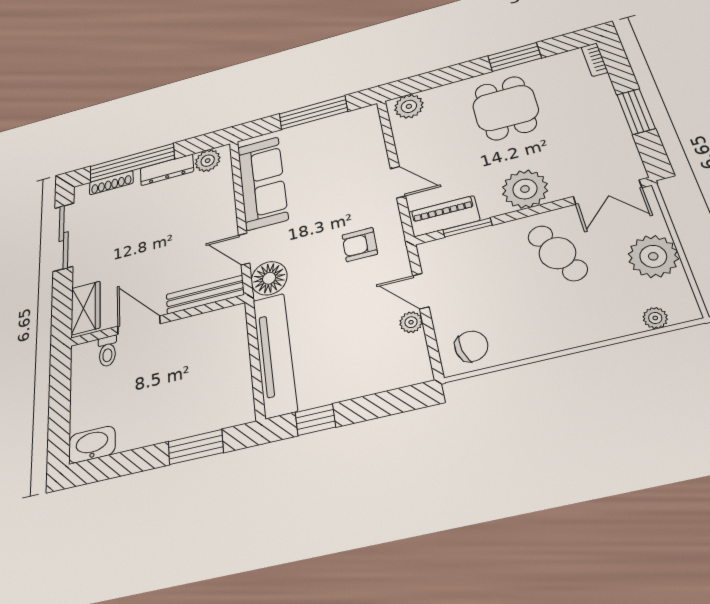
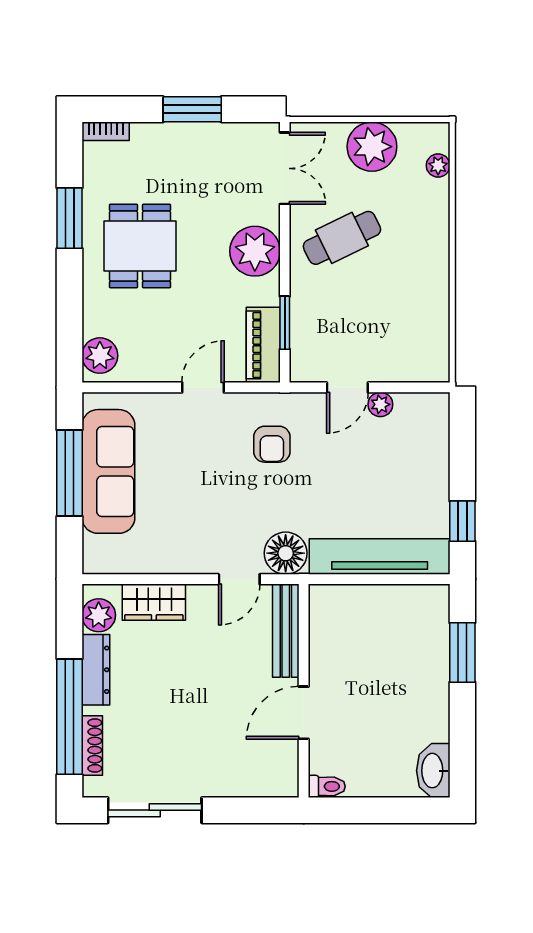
dining table: (505, 108) -> (140, 246), turned 90
sofa: (263, 183) -> (108, 471), moved, turned 90
wardrobe: (86, 308) -> (154, 602), moved, turned 180
chair: (471, 346) -> (423, 348), removed
toilet: (107, 351) -> (327, 786), moved

